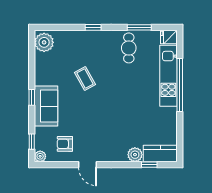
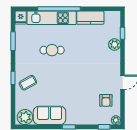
cafe table: (129, 48) -> (52, 50), moved
coffee table: (85, 78) -> (28, 83), moved
sofa: (46, 106) -> (50, 115), moved
kitchen counter: (160, 154) -> (90, 18), moved, turned -90

